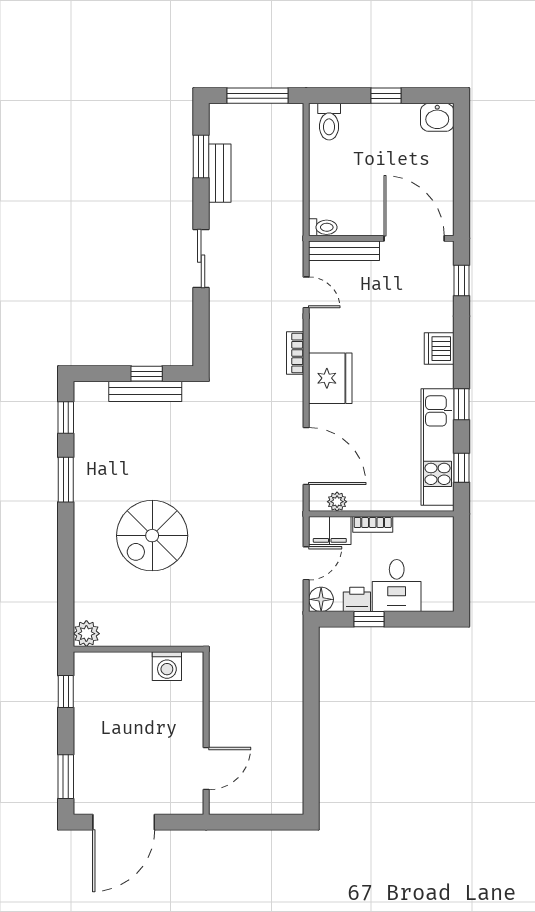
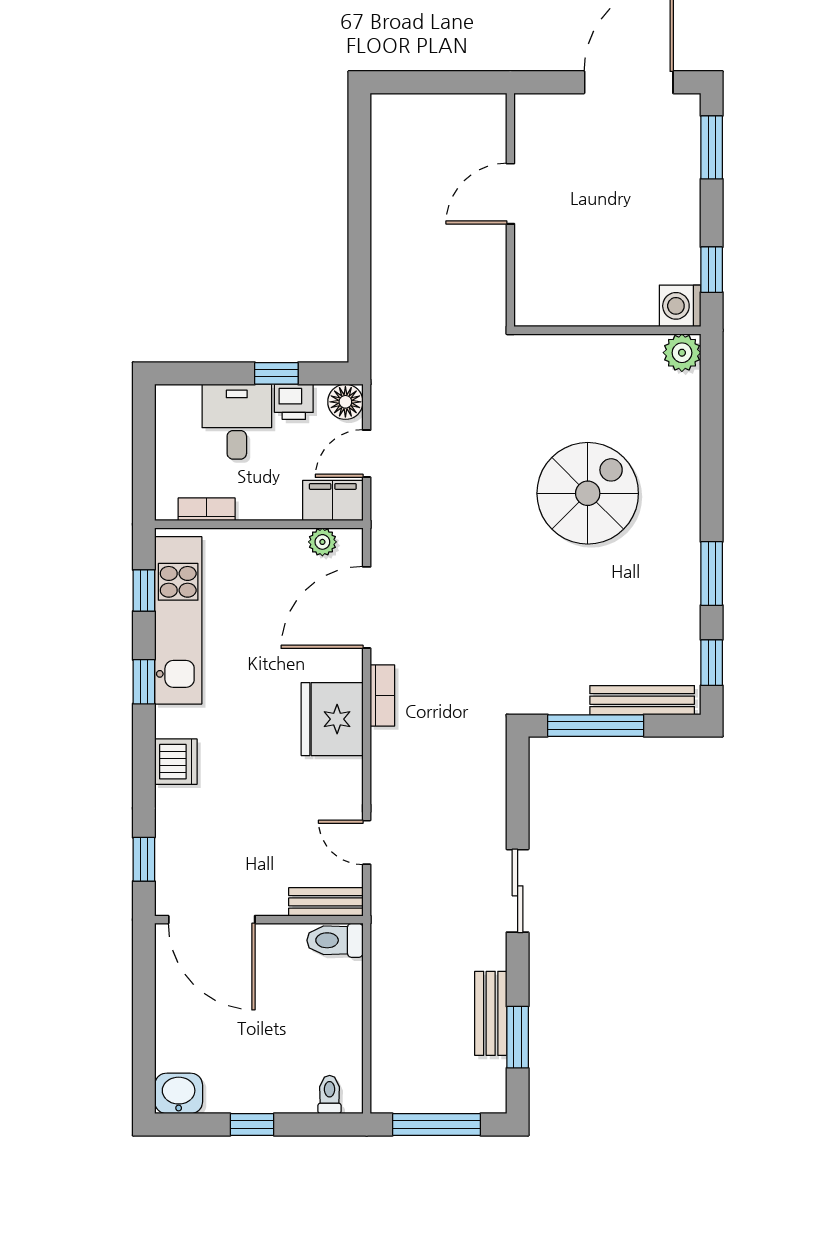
toilet: (329, 122) -> (330, 1095), width x0.73, depth x0.72
toilet: (323, 227) -> (335, 940), width x1.37, depth x1.39
bench: (344, 251) -> (326, 902), width x0.73
bookcase: (295, 353) -> (382, 696), moved
window: (147, 374) -> (596, 726), width x2.17
bench: (145, 391) -> (642, 700), moved
door: (306, 456) -> (367, 607), hinge flipped
bookcase: (373, 524) -> (207, 509), moved
washing machine: (167, 666) -> (680, 306), moved, turned -90
door: (206, 769) -> (510, 194), moved

